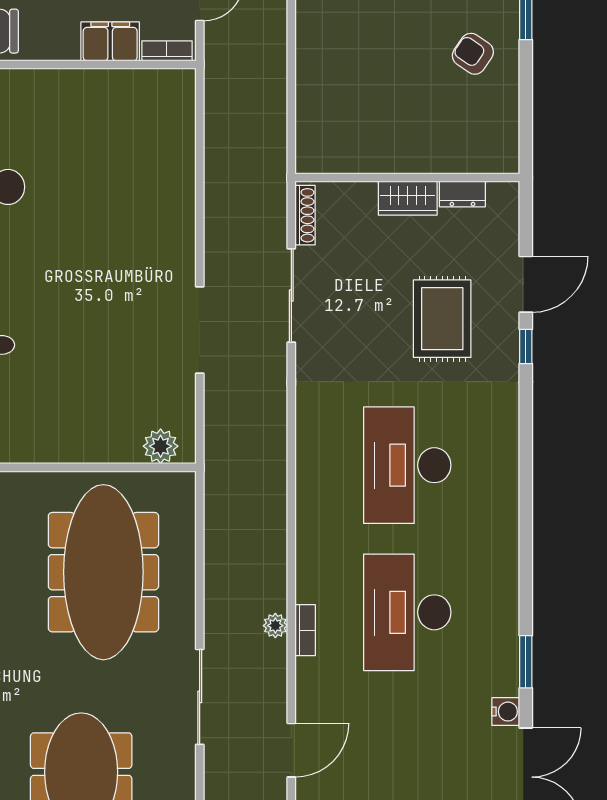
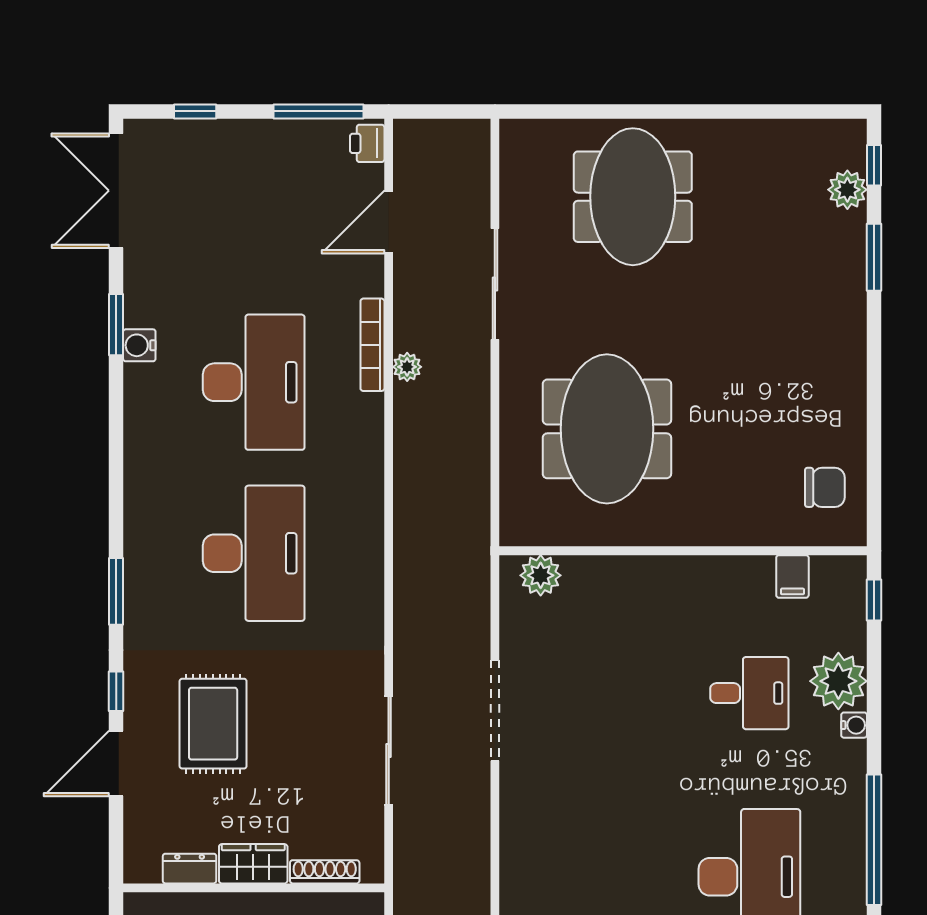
shoe rack: (305, 215) -> (325, 872), moved, turned 90
window: (526, 432) -> (116, 591), added
meeting table: (103, 572) -> (607, 429), width x0.73
bookcase: (305, 630) -> (372, 345), width x1.56
water cooler: (506, 712) -> (139, 345), moved

